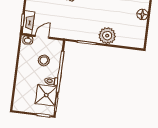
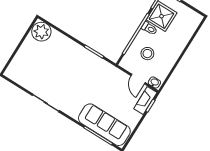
floor lamp: (142, 14) -> (22, 54), removed
plant: (107, 36) -> (41, 32), moved
door: (42, 37) -> (138, 79), hinge flipped

